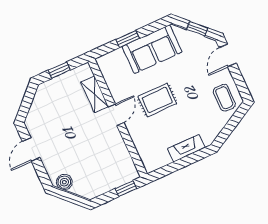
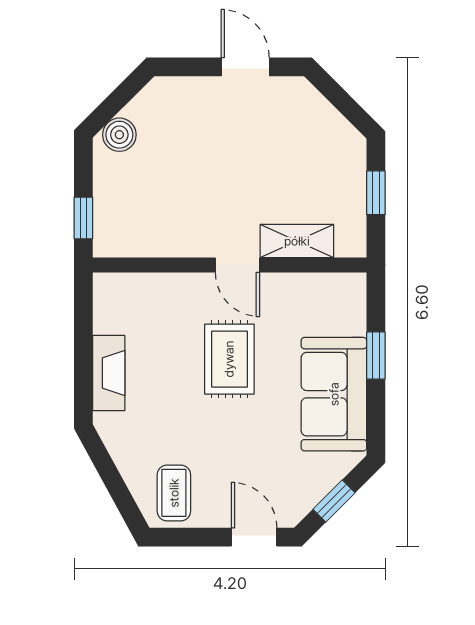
coffee table: (224, 98) -> (174, 493), turned 90
boiler: (64, 182) -> (119, 135), moved

